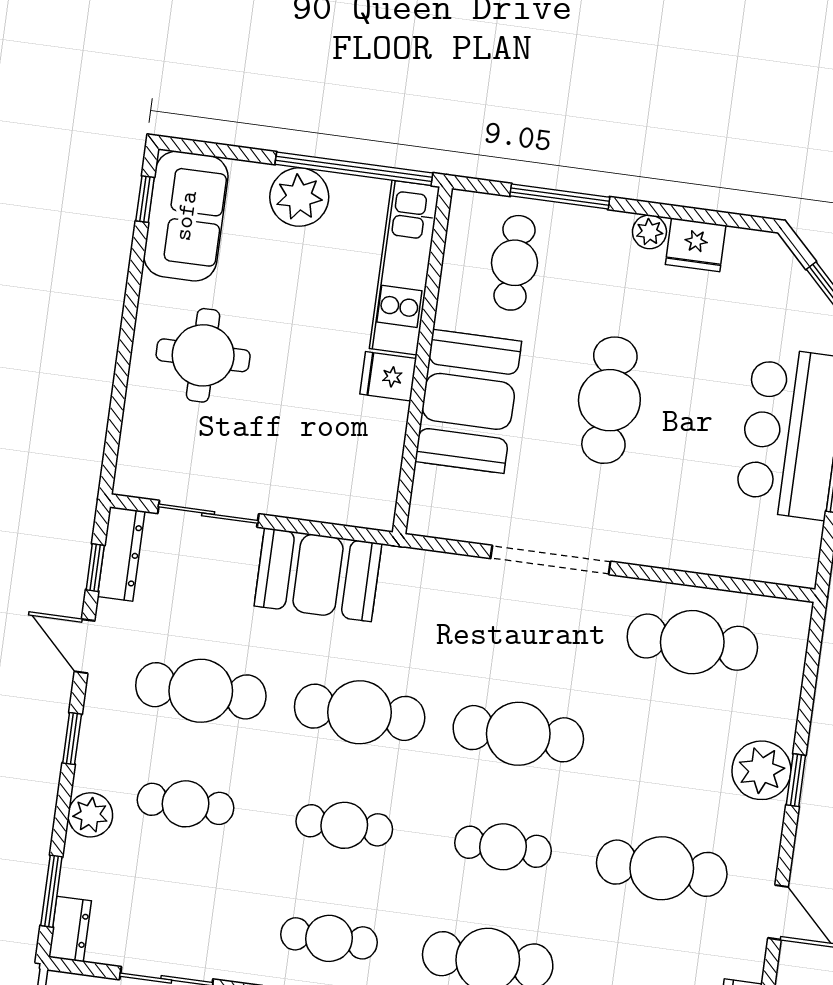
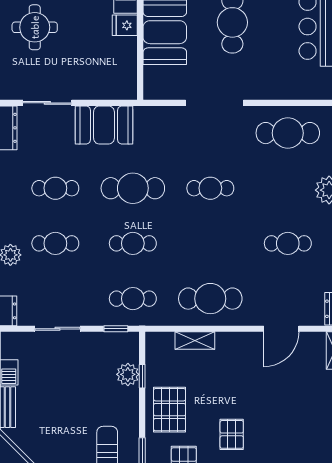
cafe table: (201, 691) -> (55, 188), width x0.73, depth x0.74
cafe table: (518, 734) -> (210, 188), width x0.73, depth x0.74
cafe table: (503, 847) -> (210, 243), removed
cafe table: (662, 868) -> (288, 243), width x0.73, depth x0.74

